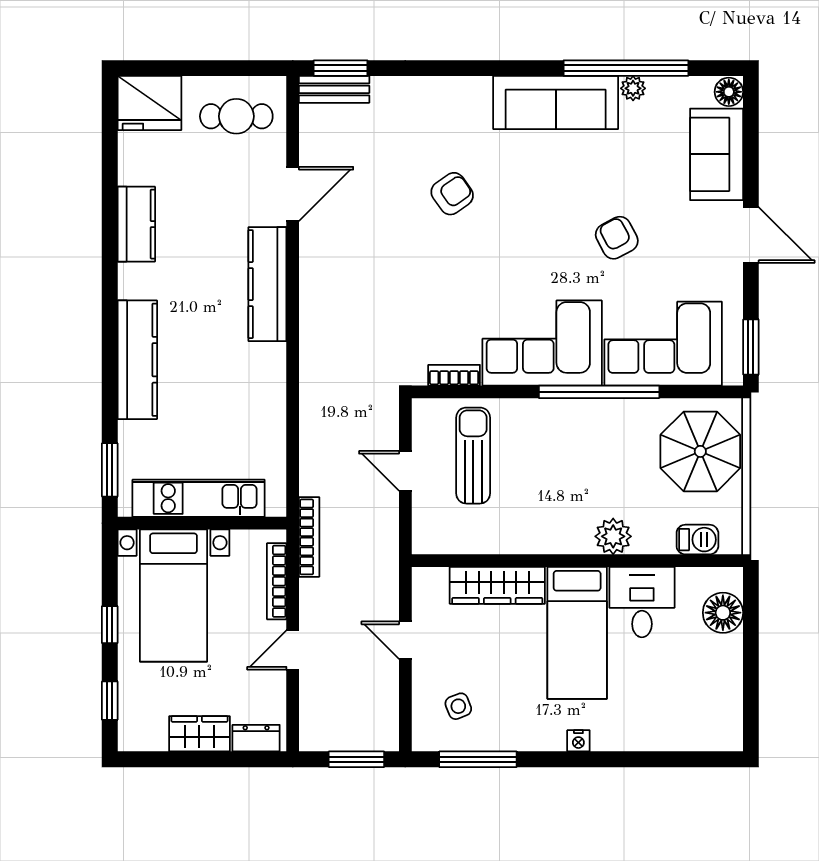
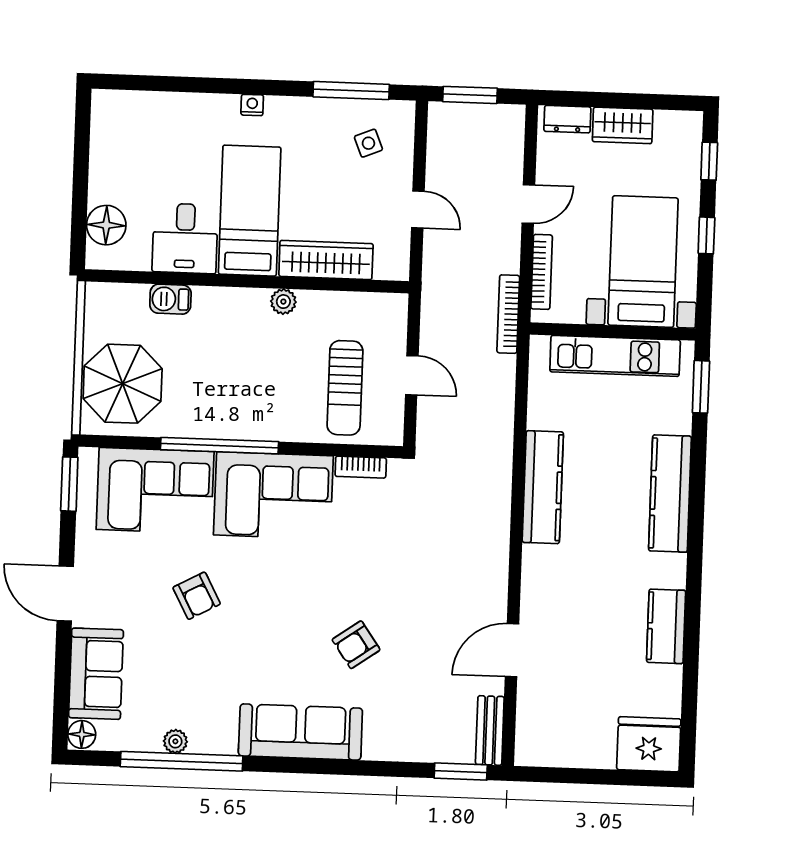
bench: (334, 89) -> (490, 731), moved, turned 90
sofa: (556, 102) -> (300, 732), moved
cafe table: (236, 116) -> (564, 728), removed
kitchen counter: (267, 284) -> (543, 487), moved
plant: (613, 536) -> (283, 302), moved, width x0.73, depth x0.73
barbecue: (697, 540) -> (170, 299), moved

